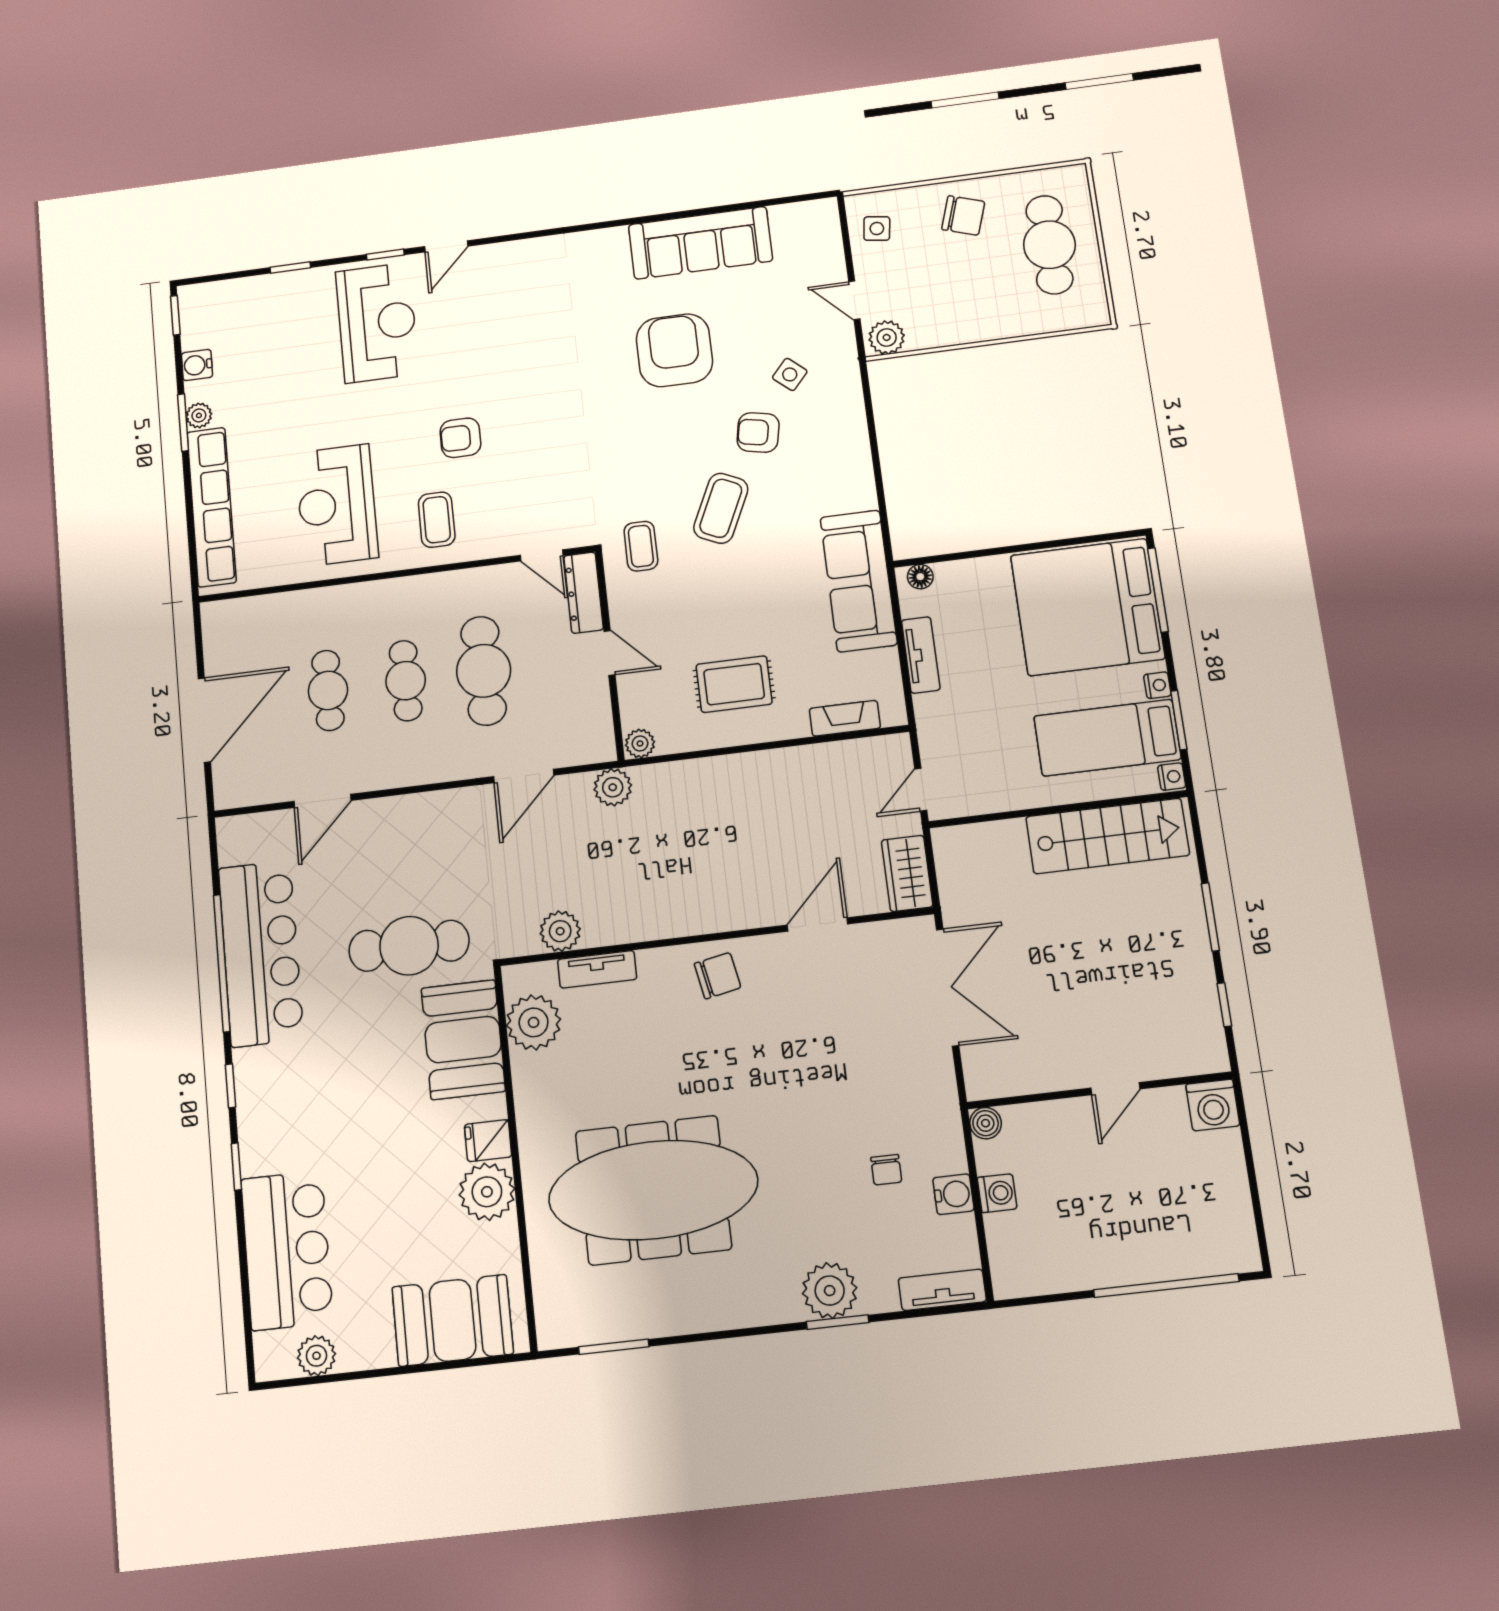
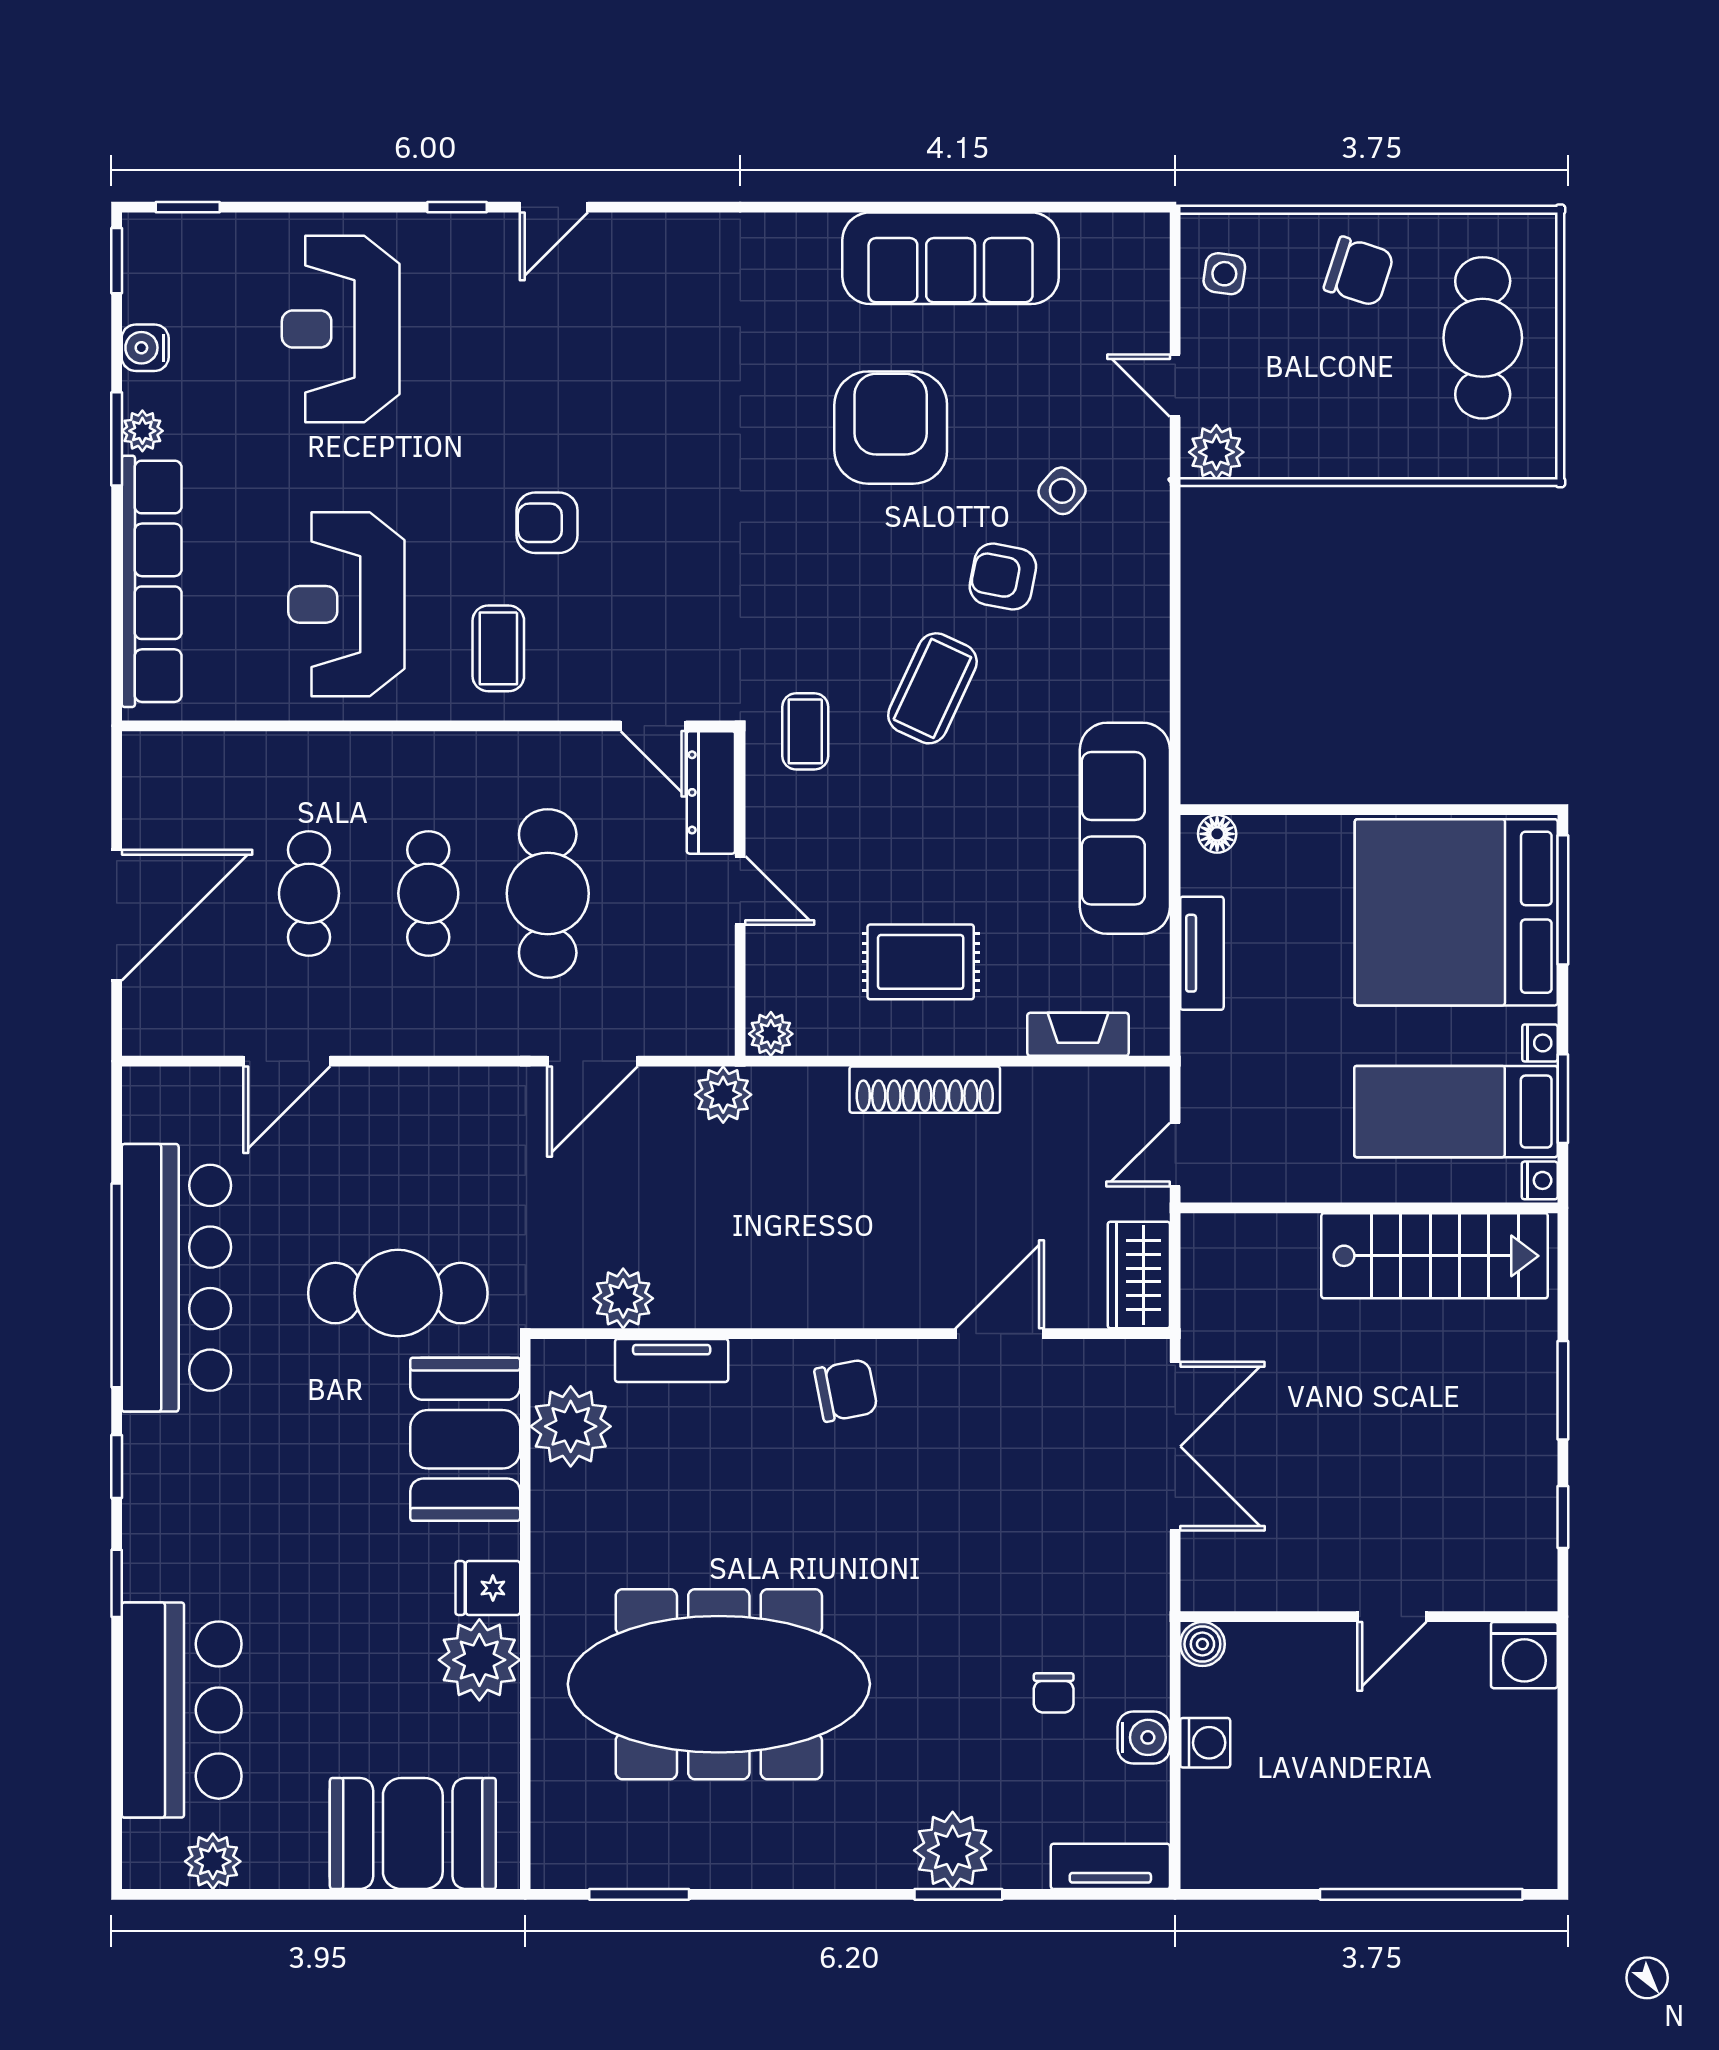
window: (290, 267) -> (188, 207), moved
reception desk: (377, 323) -> (341, 329), moved, turned 180
shoe rack: (747, 767) -> (925, 1090), added

